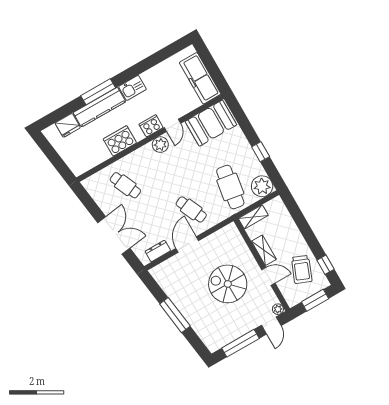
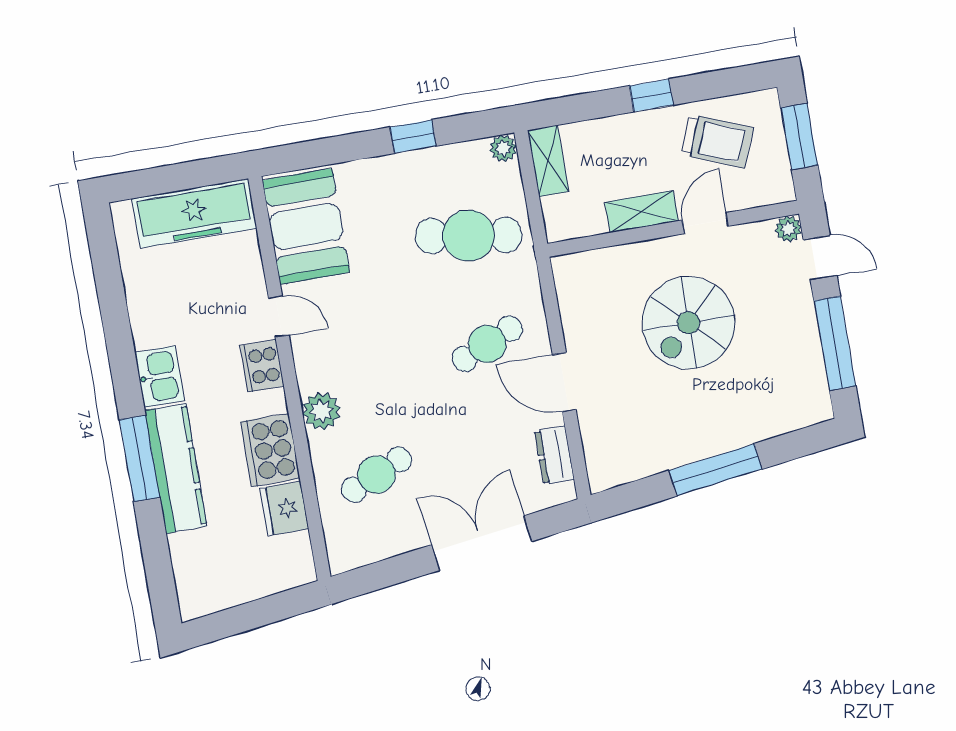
fridge: (68, 125) -> (284, 509), moved, turned 180
plant: (160, 145) -> (321, 411), moved
plant: (262, 186) -> (503, 148), width x0.53, depth x0.53
shelving: (253, 217) -> (548, 161), moved
window: (326, 265) -> (651, 95), moved

